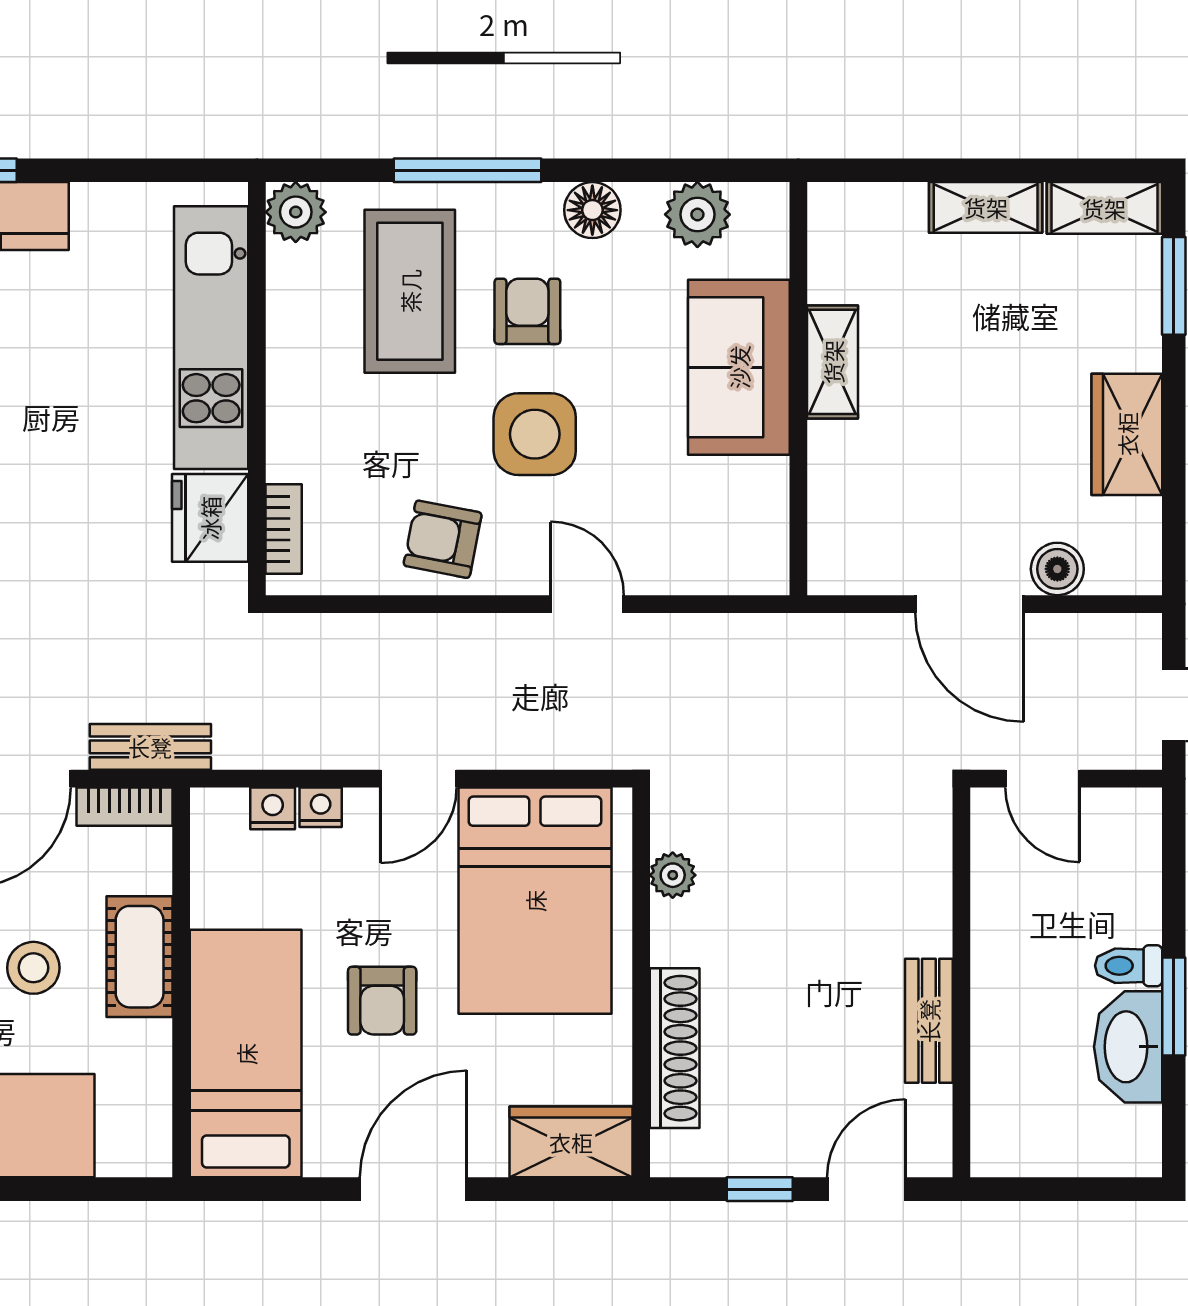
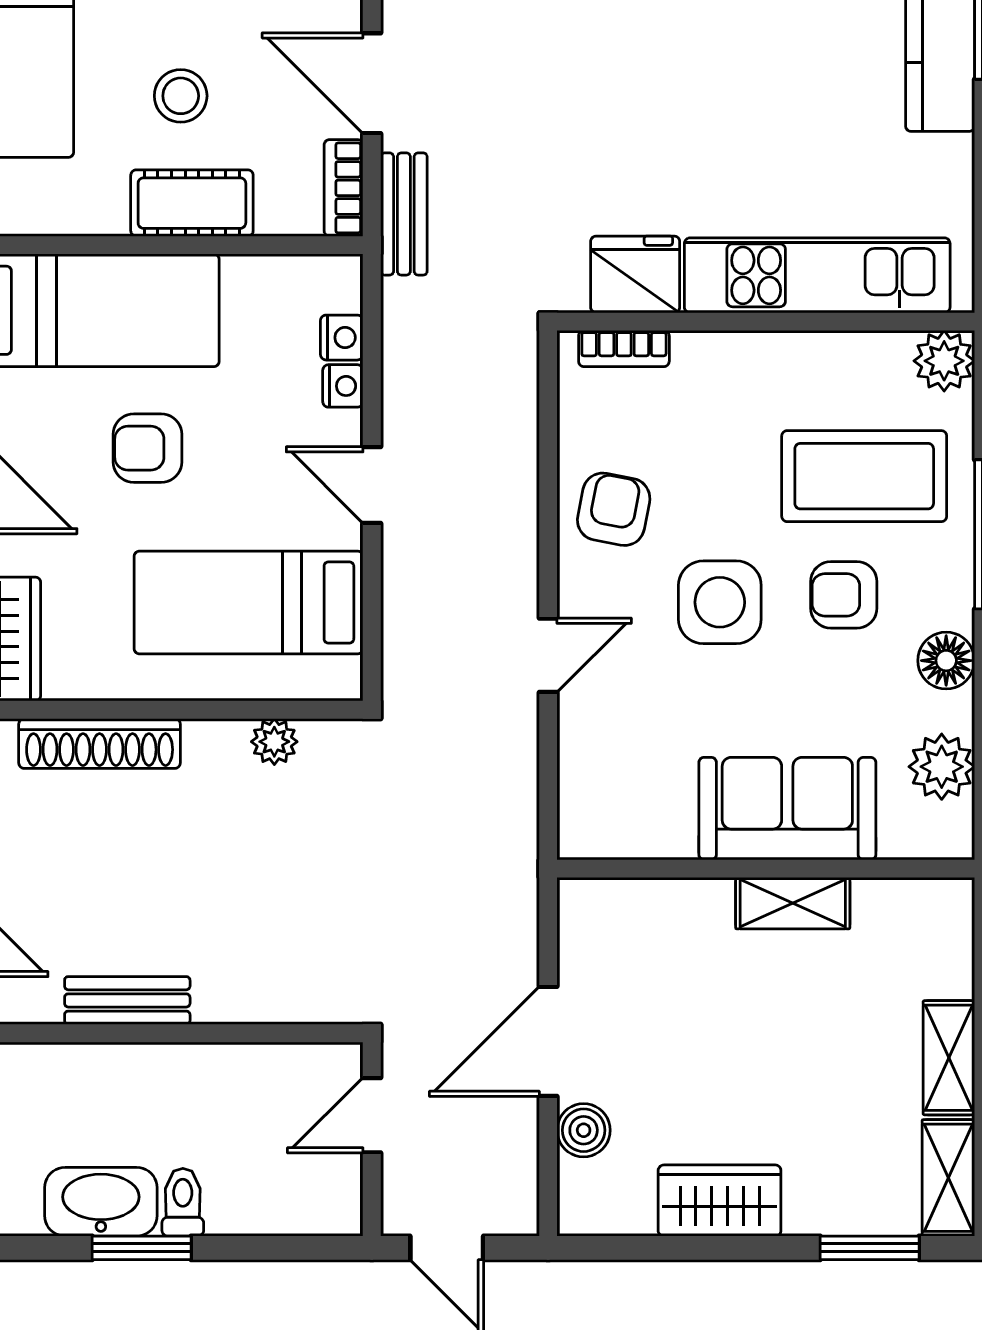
armchair: (527, 311) -> (844, 595), turned 180
bed: (535, 901) -> (249, 602), width x0.67

